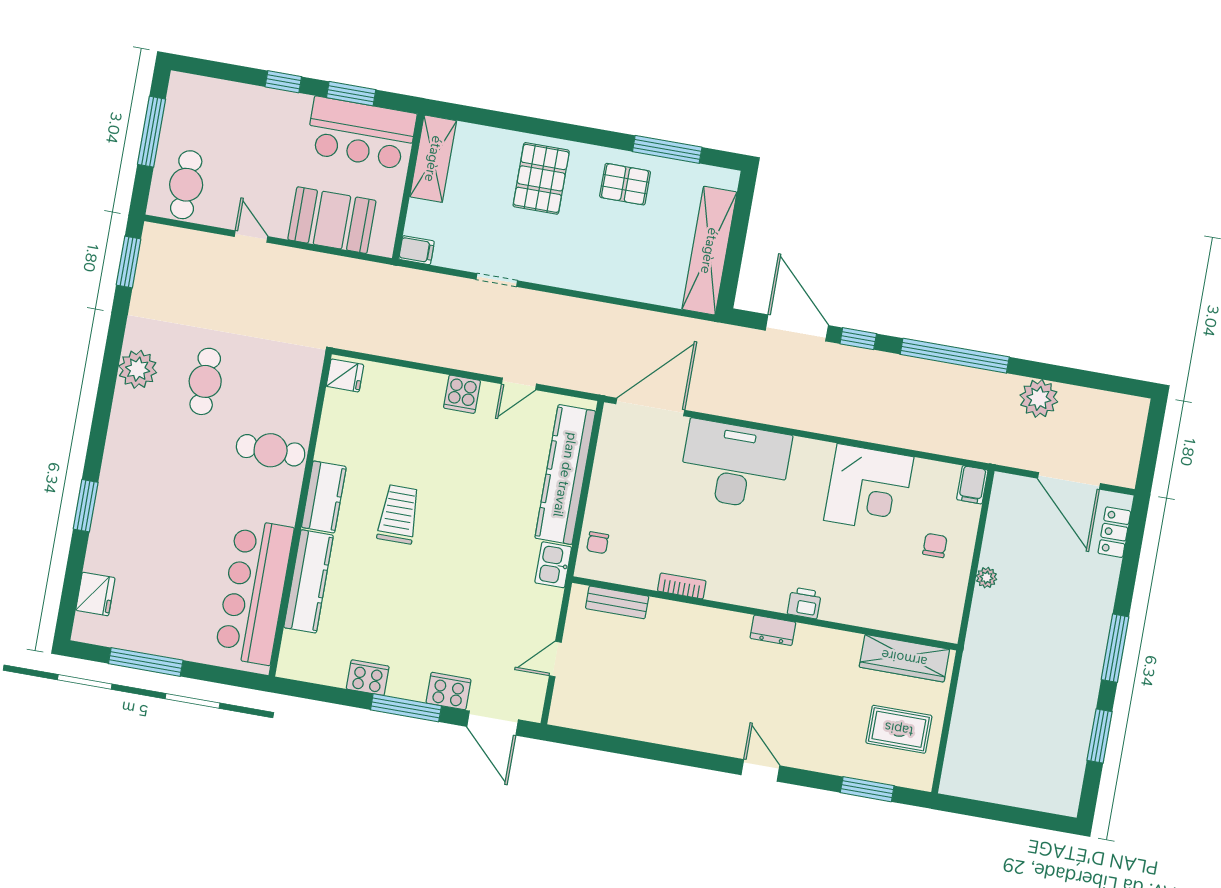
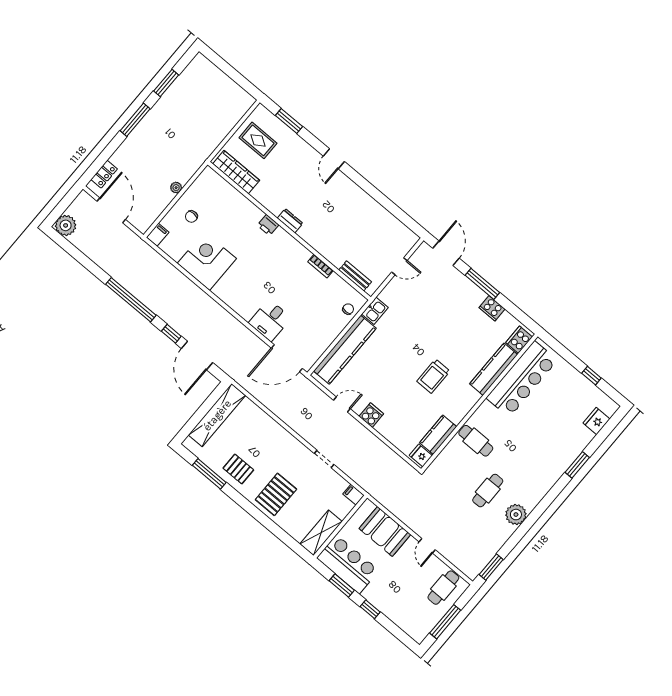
plant: (1039, 398) -> (66, 225), moved
desk: (735, 465) -> (270, 320), width x0.53, depth x0.77
kitchen counter: (324, 497) -> (438, 435), moved
window: (146, 662) -> (591, 376), width x0.46
cooker: (448, 691) -> (519, 340), moved, turned 90

